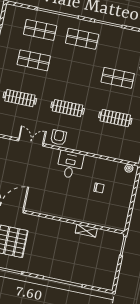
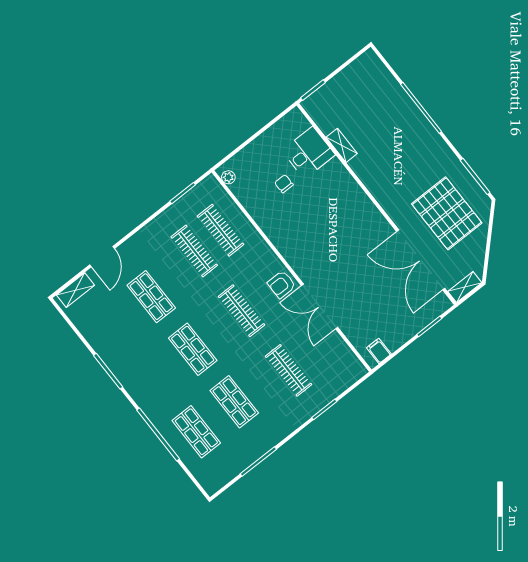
shop shelf: (82, 39) -> (193, 349), moved
clothes rail: (111, 139) -> (221, 230), added
double door: (31, 142) -> (320, 306), width x1.37
desk: (70, 165) -> (308, 153), moved, turned 180

